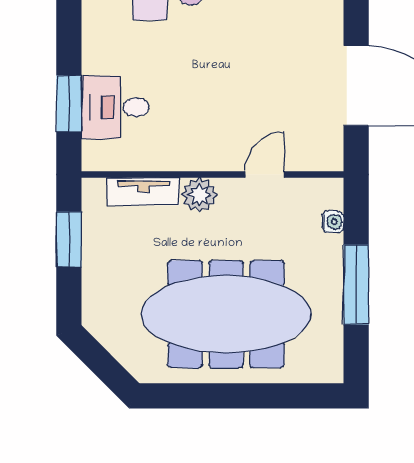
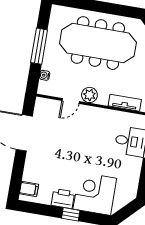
plant: (199, 195) -> (89, 95), moved

